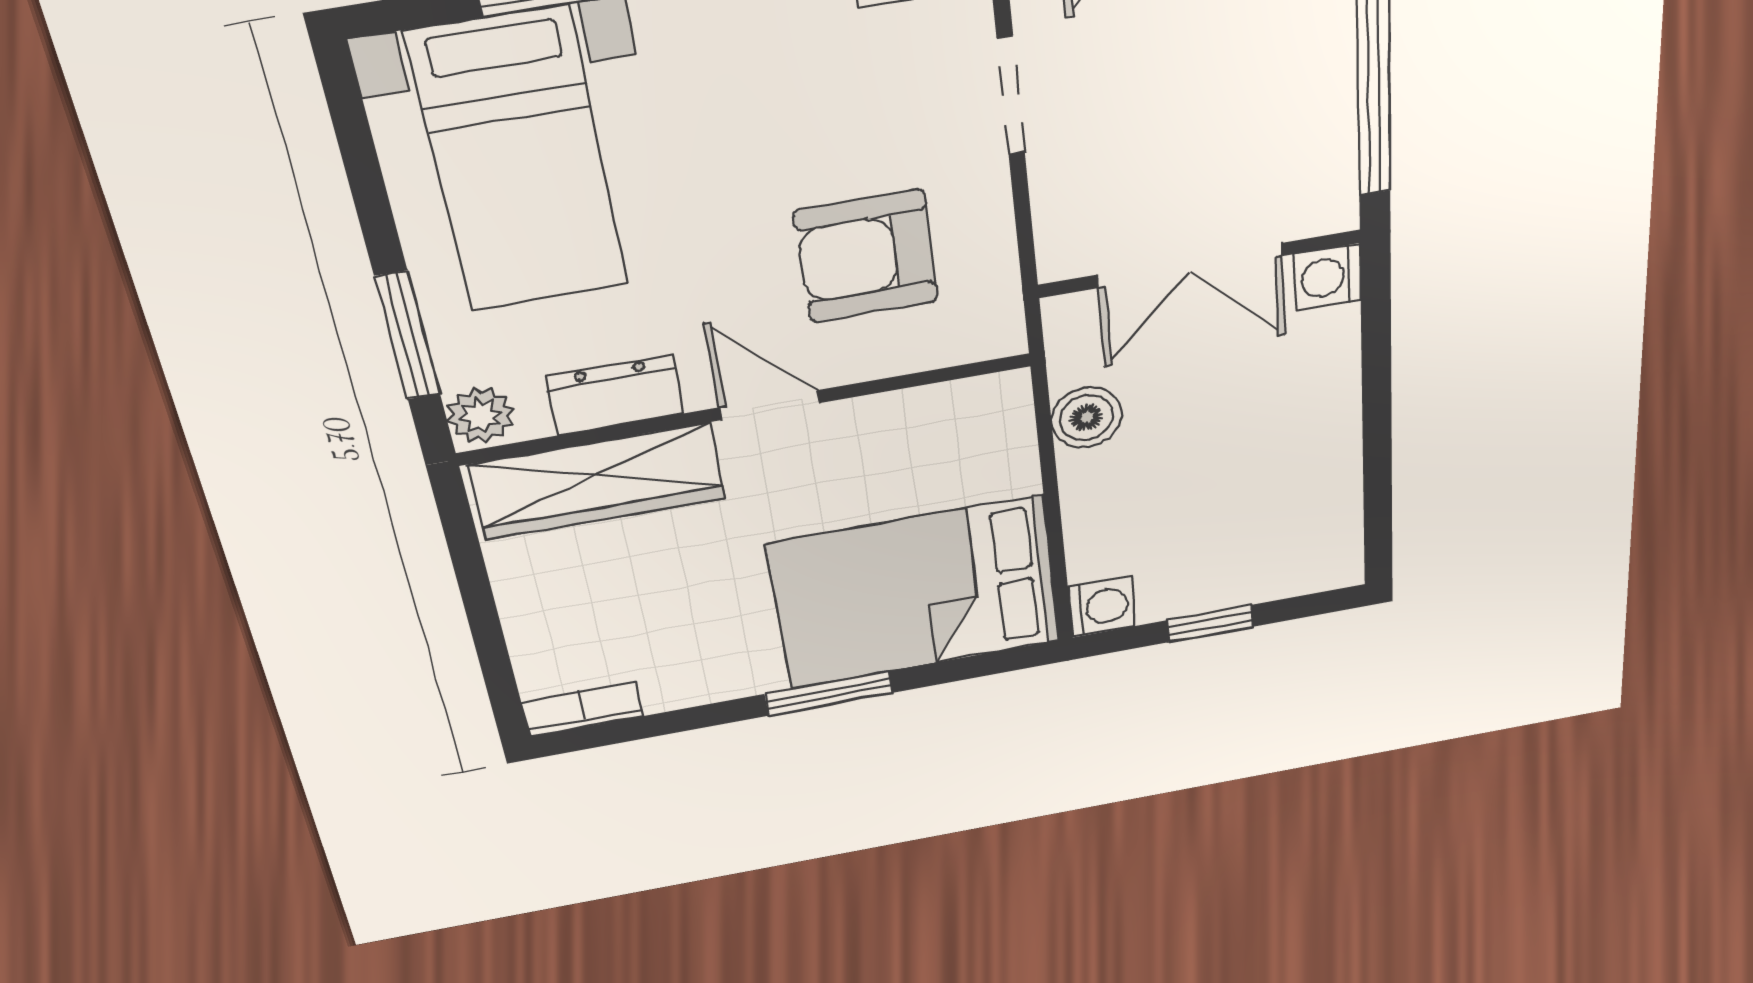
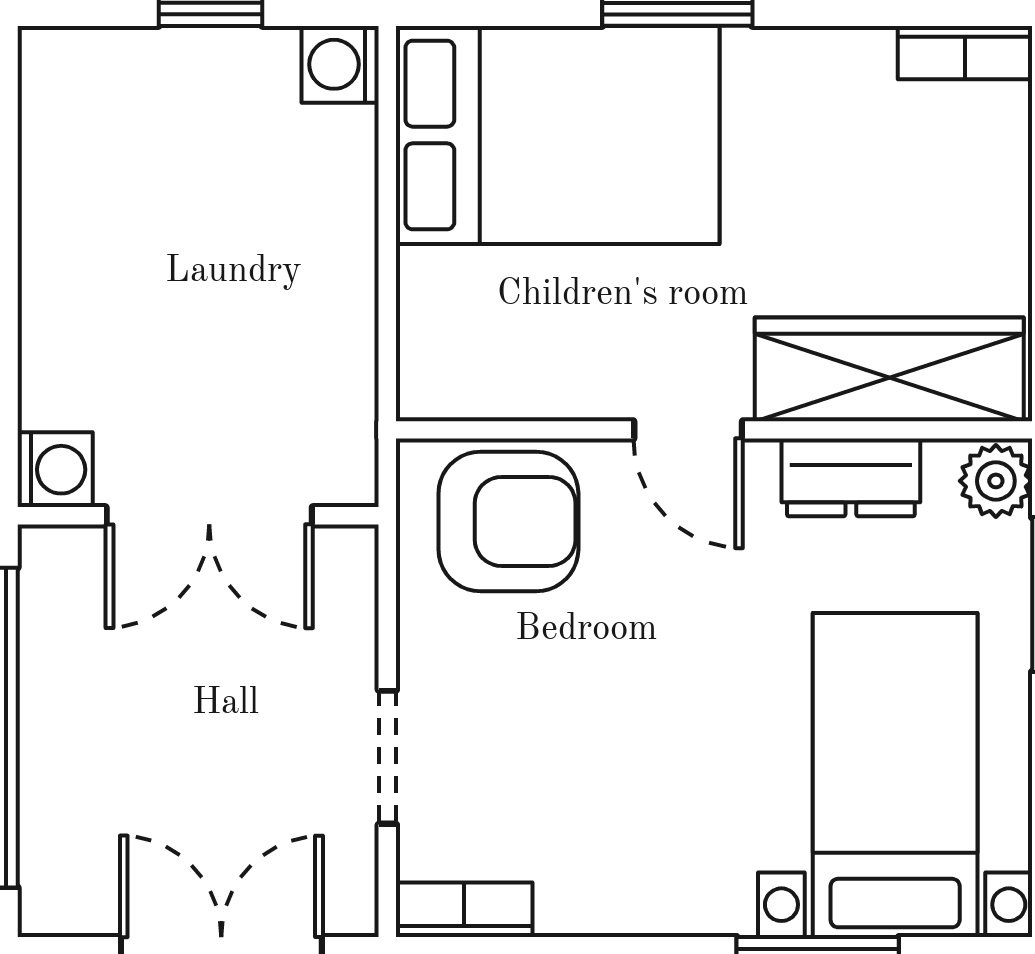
armchair: (866, 256) -> (508, 521), moved
double door: (1190, 265) -> (209, 516), swing flipped
boiler: (1086, 417) -> (338, 340), removed

